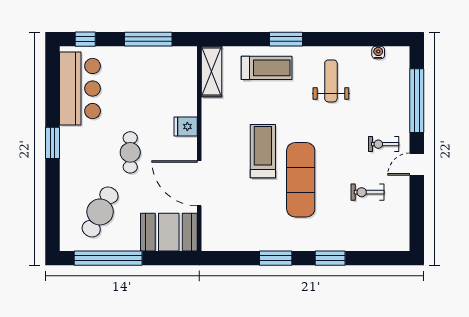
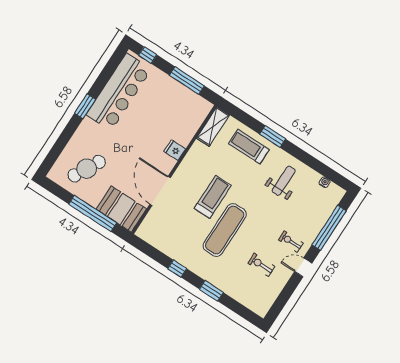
treadmill: (267, 68) -> (249, 147), turned 180
bar counter: (80, 89) -> (119, 92), width x1.36
cafe table: (130, 152) -> (130, 144), removed
window: (108, 258) -> (93, 214), moved
window: (276, 258) -> (177, 269), width x0.67

